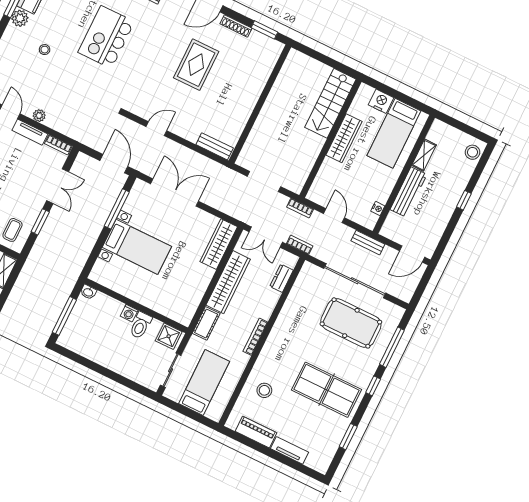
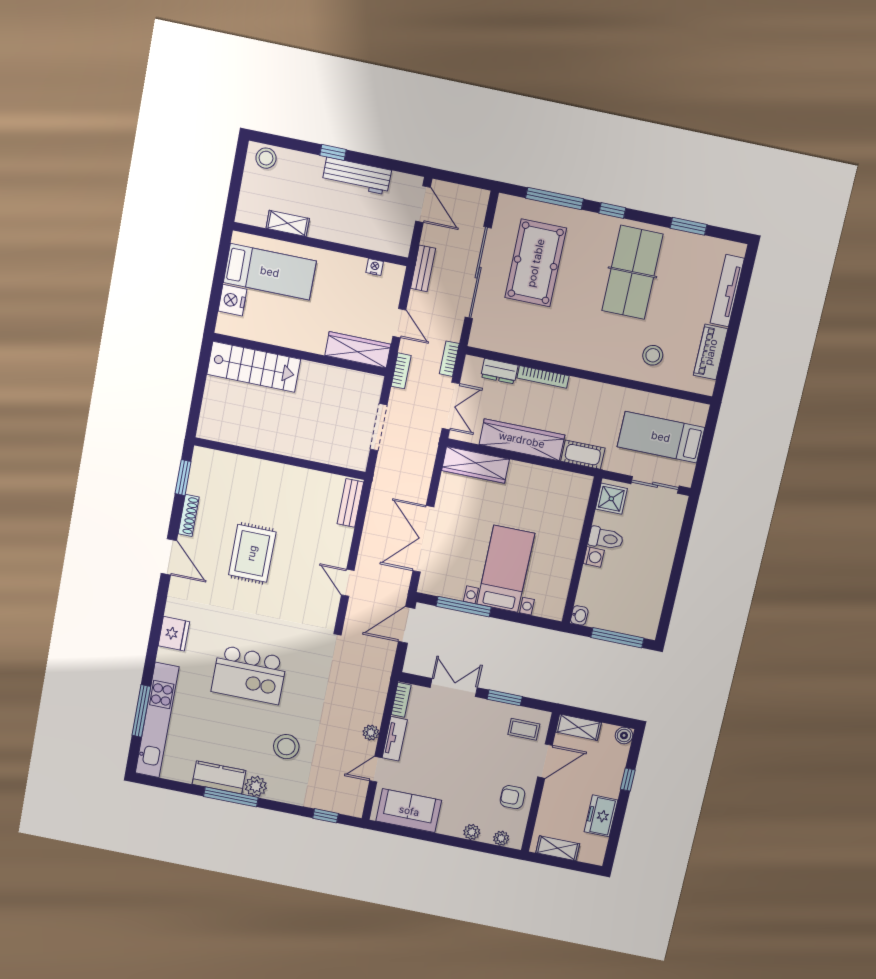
stool: (45, 50) -> (286, 747), width x1.89, depth x1.89
rug: (196, 65) -> (252, 553), turned 90
wardrobe: (344, 138) -> (358, 350), moved
workbench: (409, 192) -> (357, 176), moved, turned 180
door: (334, 216) -> (399, 323), swing flipped
bookcase: (255, 337) -> (543, 377), moved
tv unit: (290, 450) -> (727, 291), width x1.41

